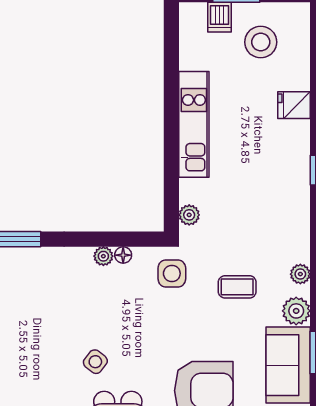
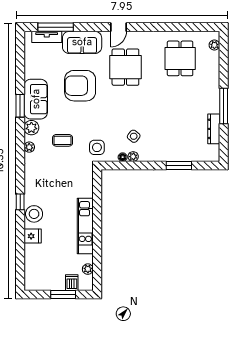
stool: (261, 42) -> (34, 214), moved
plant: (189, 215) -> (88, 269), moved
side table: (95, 362) -> (134, 136), moved

